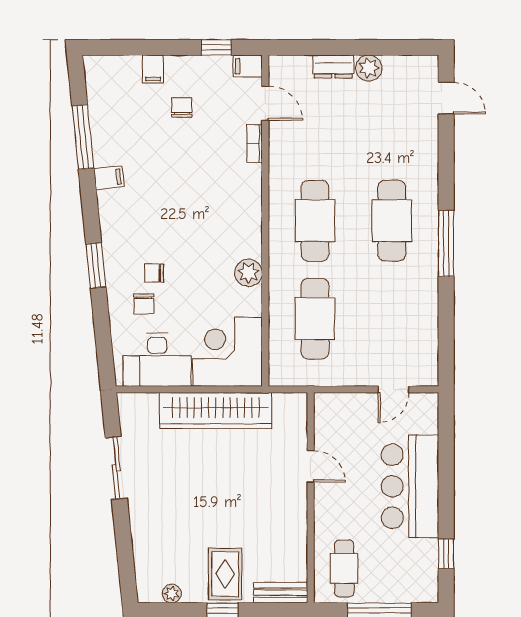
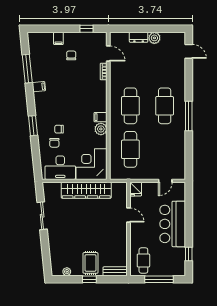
filing cabinet: (248, 66) -> (101, 117), moved
fridge: (327, 408) -> (136, 189), added

